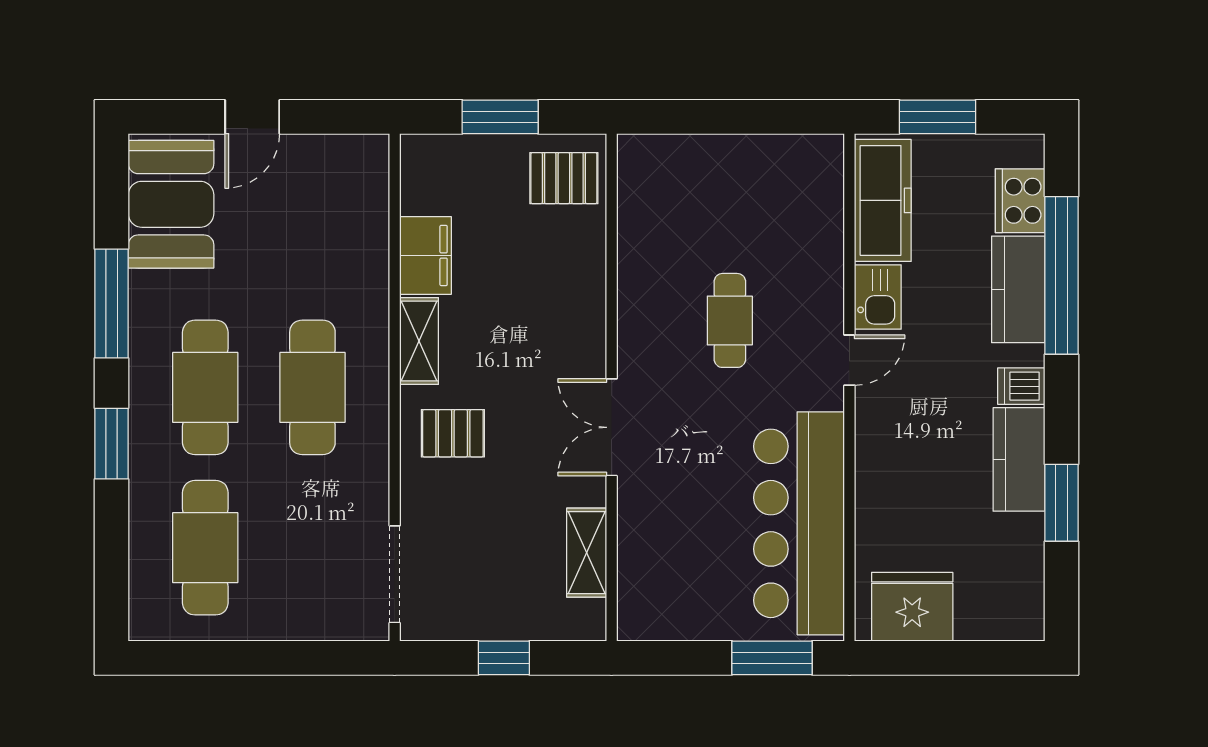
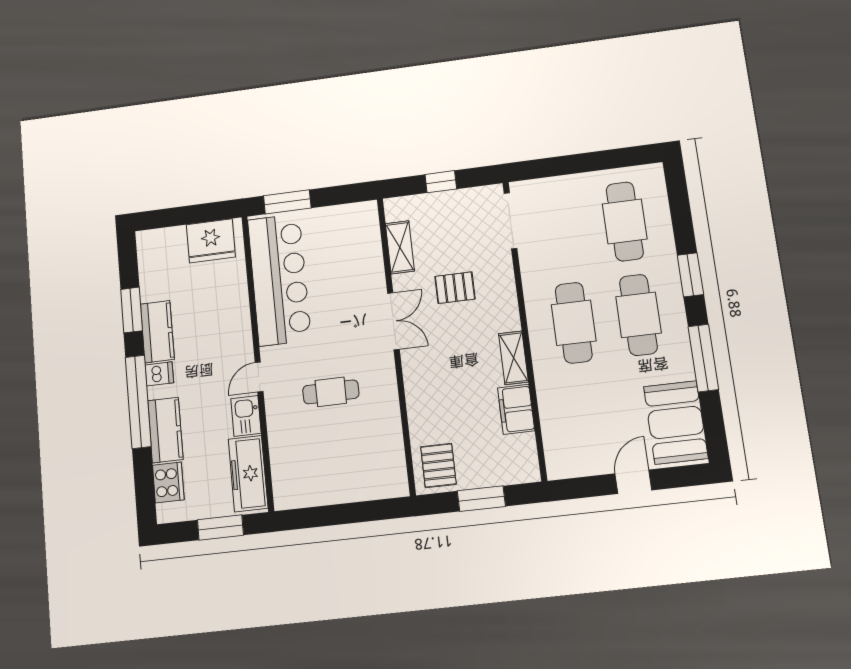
pallet: (564, 178) -> (438, 466), turned 90
window: (1062, 275) -> (138, 402), moved
cafe table: (730, 320) -> (331, 392), turned 90
pallet: (453, 433) -> (455, 288), moved

